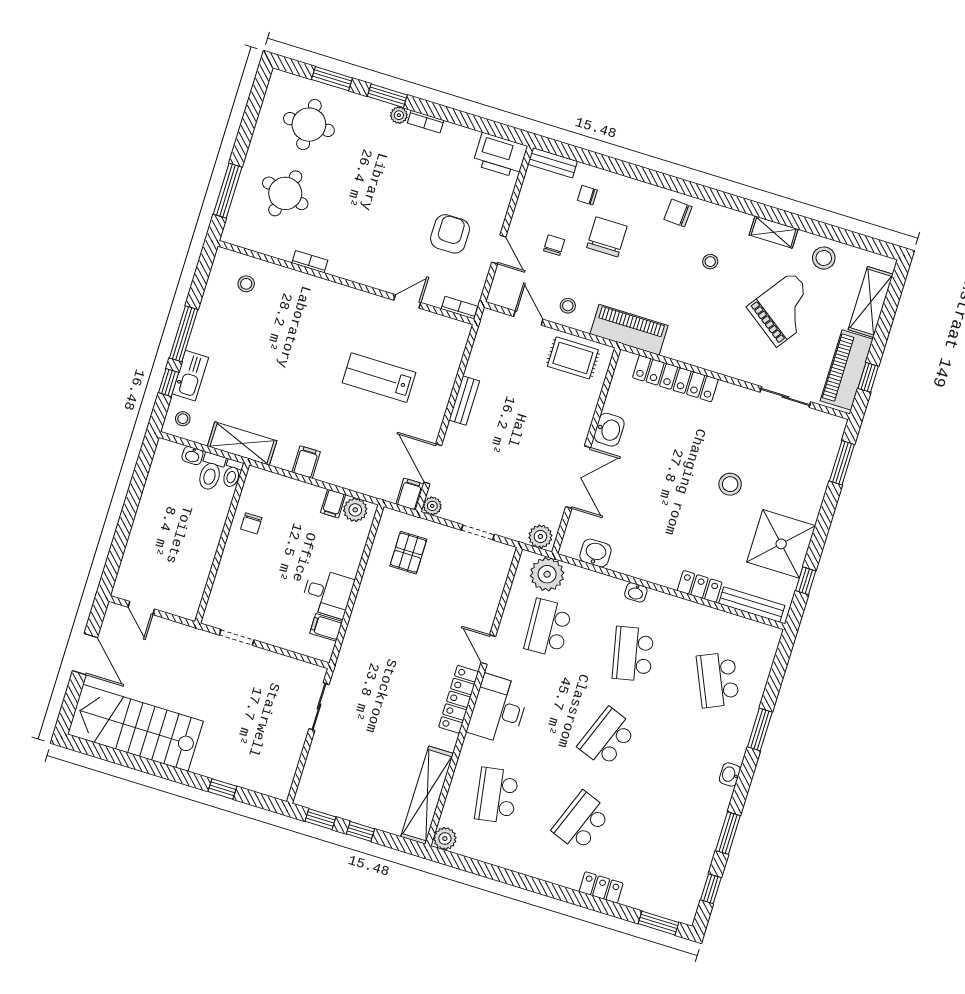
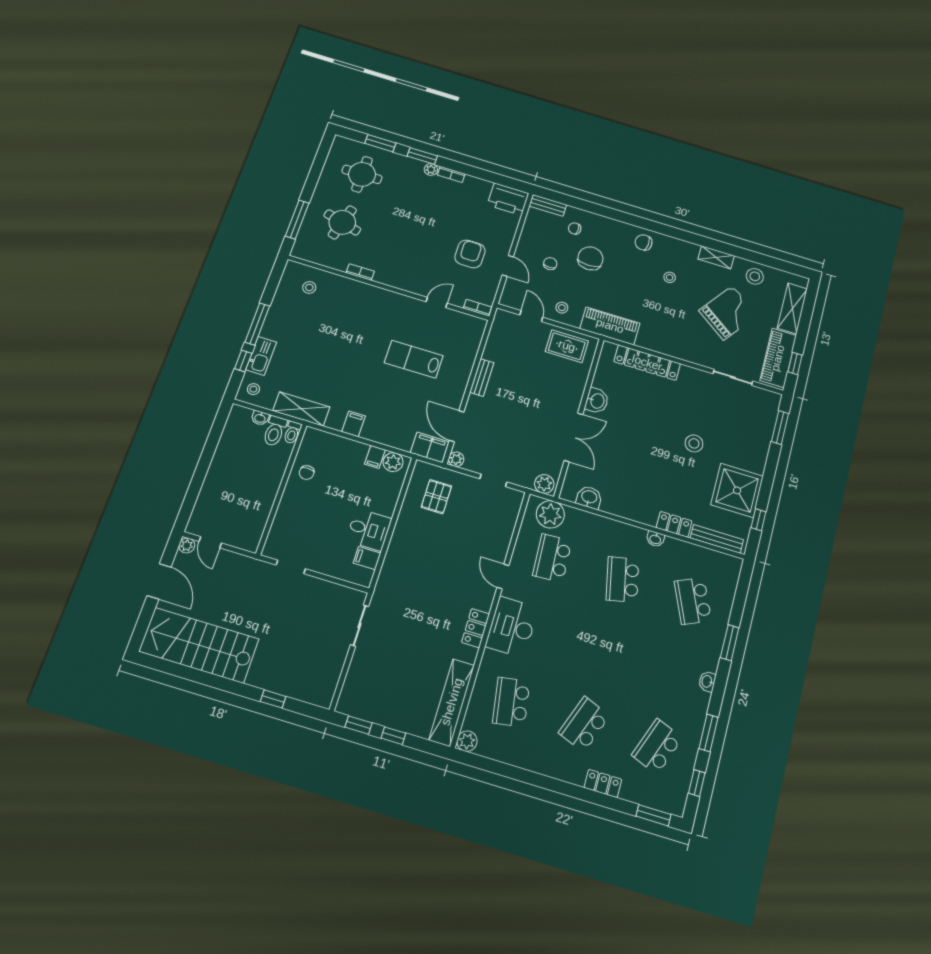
filing cabinet: (410, 494) -> (430, 447), width x2.00
washbasin: (636, 592) -> (655, 539), moved
plant: (114, 612) -> (187, 545), added
locker: (459, 699) -> (476, 628), width x0.66
school desk: (607, 738) -> (657, 747), moved

